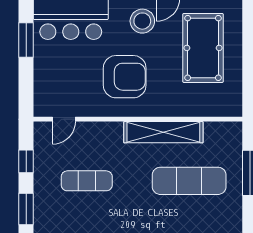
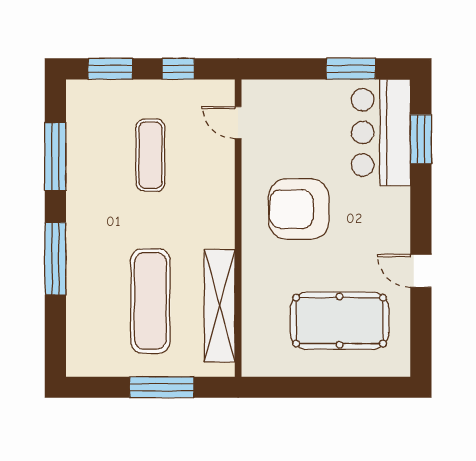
stool: (142, 21) -> (378, 234), removed
armchair: (125, 77) -> (299, 209), turned 90
shelving: (163, 132) -> (220, 306), moved

